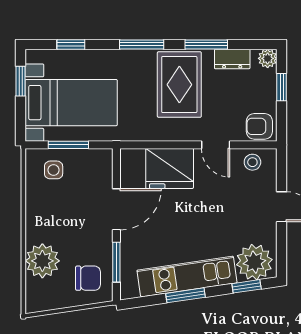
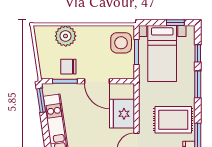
window: (142, 44) -> (198, 84), moved
side table: (54, 170) -> (121, 43), width x1.87, depth x1.87
chair: (88, 278) -> (68, 67), moved, turned 90
window: (186, 295) -> (41, 100), moved

